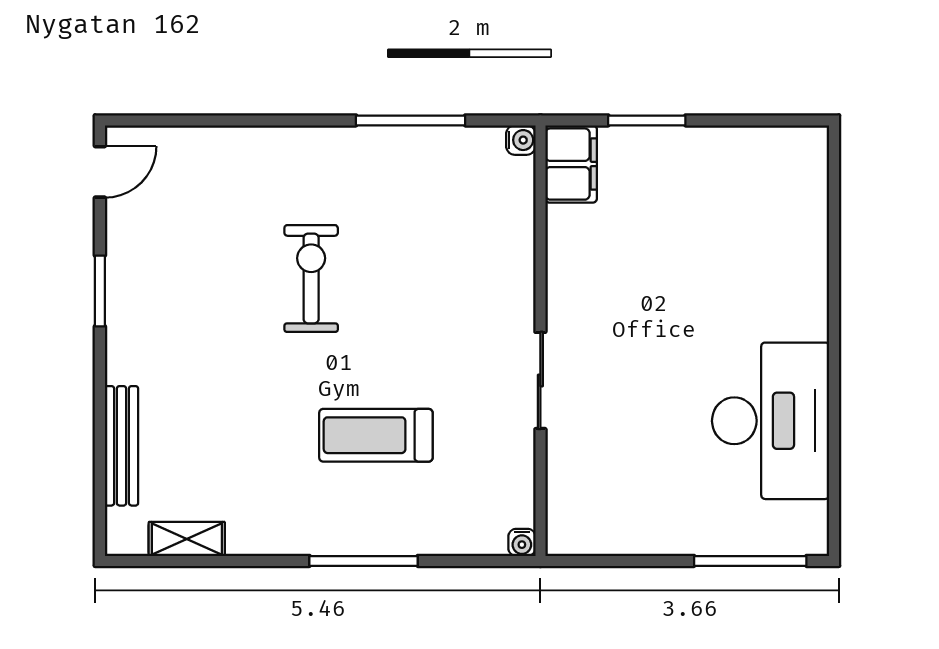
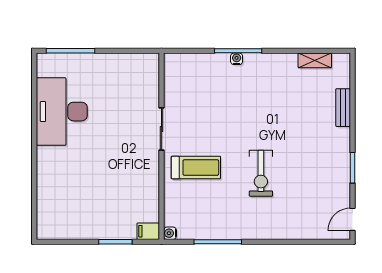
filing cabinet: (571, 164) -> (148, 231), width x0.50
treadmill: (376, 435) -> (196, 167), moved
bench: (122, 446) -> (343, 108), width x0.73
water cooler: (522, 542) -> (237, 59), moved

